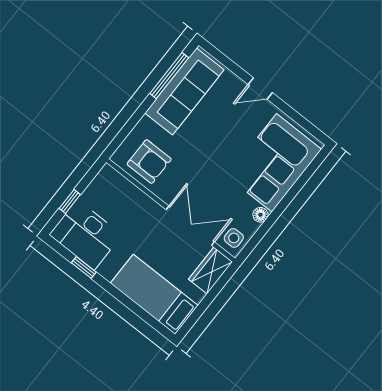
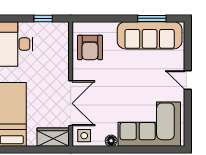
window: (169, 76) -> (152, 18), width x0.69
window: (70, 202) -> (43, 18), moved

